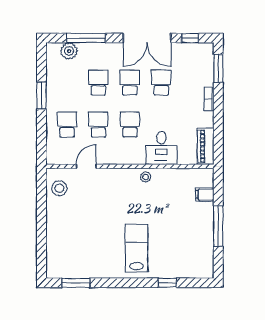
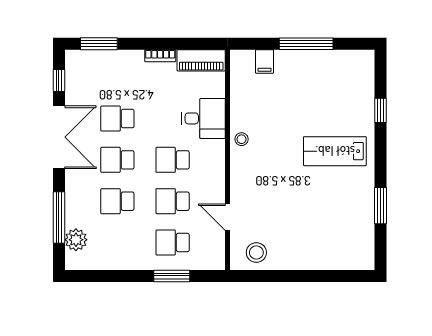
window: (41, 95) -> (172, 276), moved
bookcase: (209, 99) -> (160, 56), moved
window: (76, 283) -> (381, 206), moved

